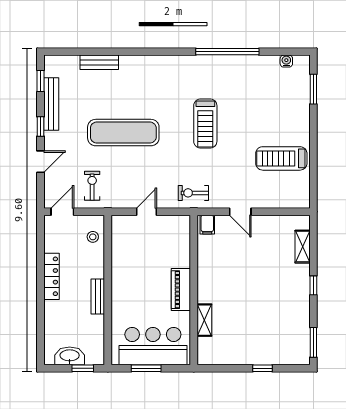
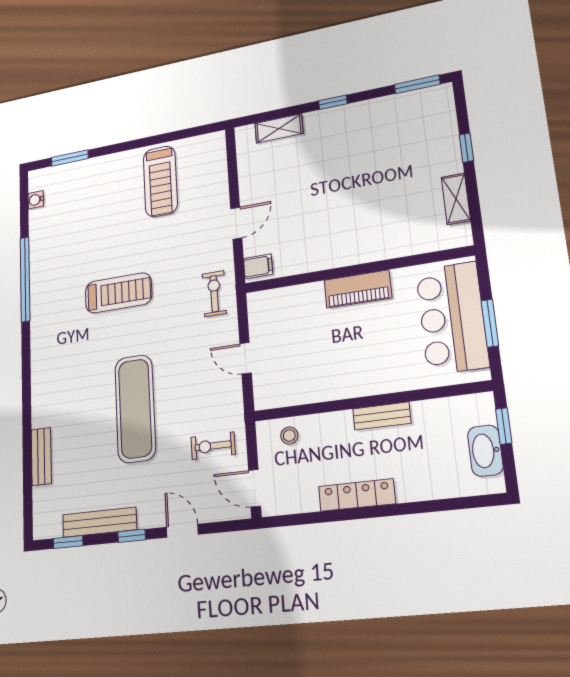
exercise bike: (193, 193) -> (214, 294), turned 180
shelving: (204, 320) -> (456, 199), moved, turned 90

